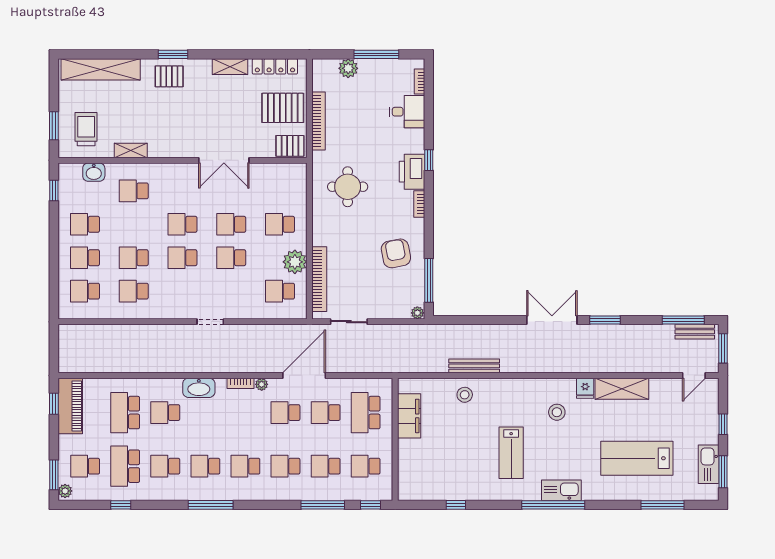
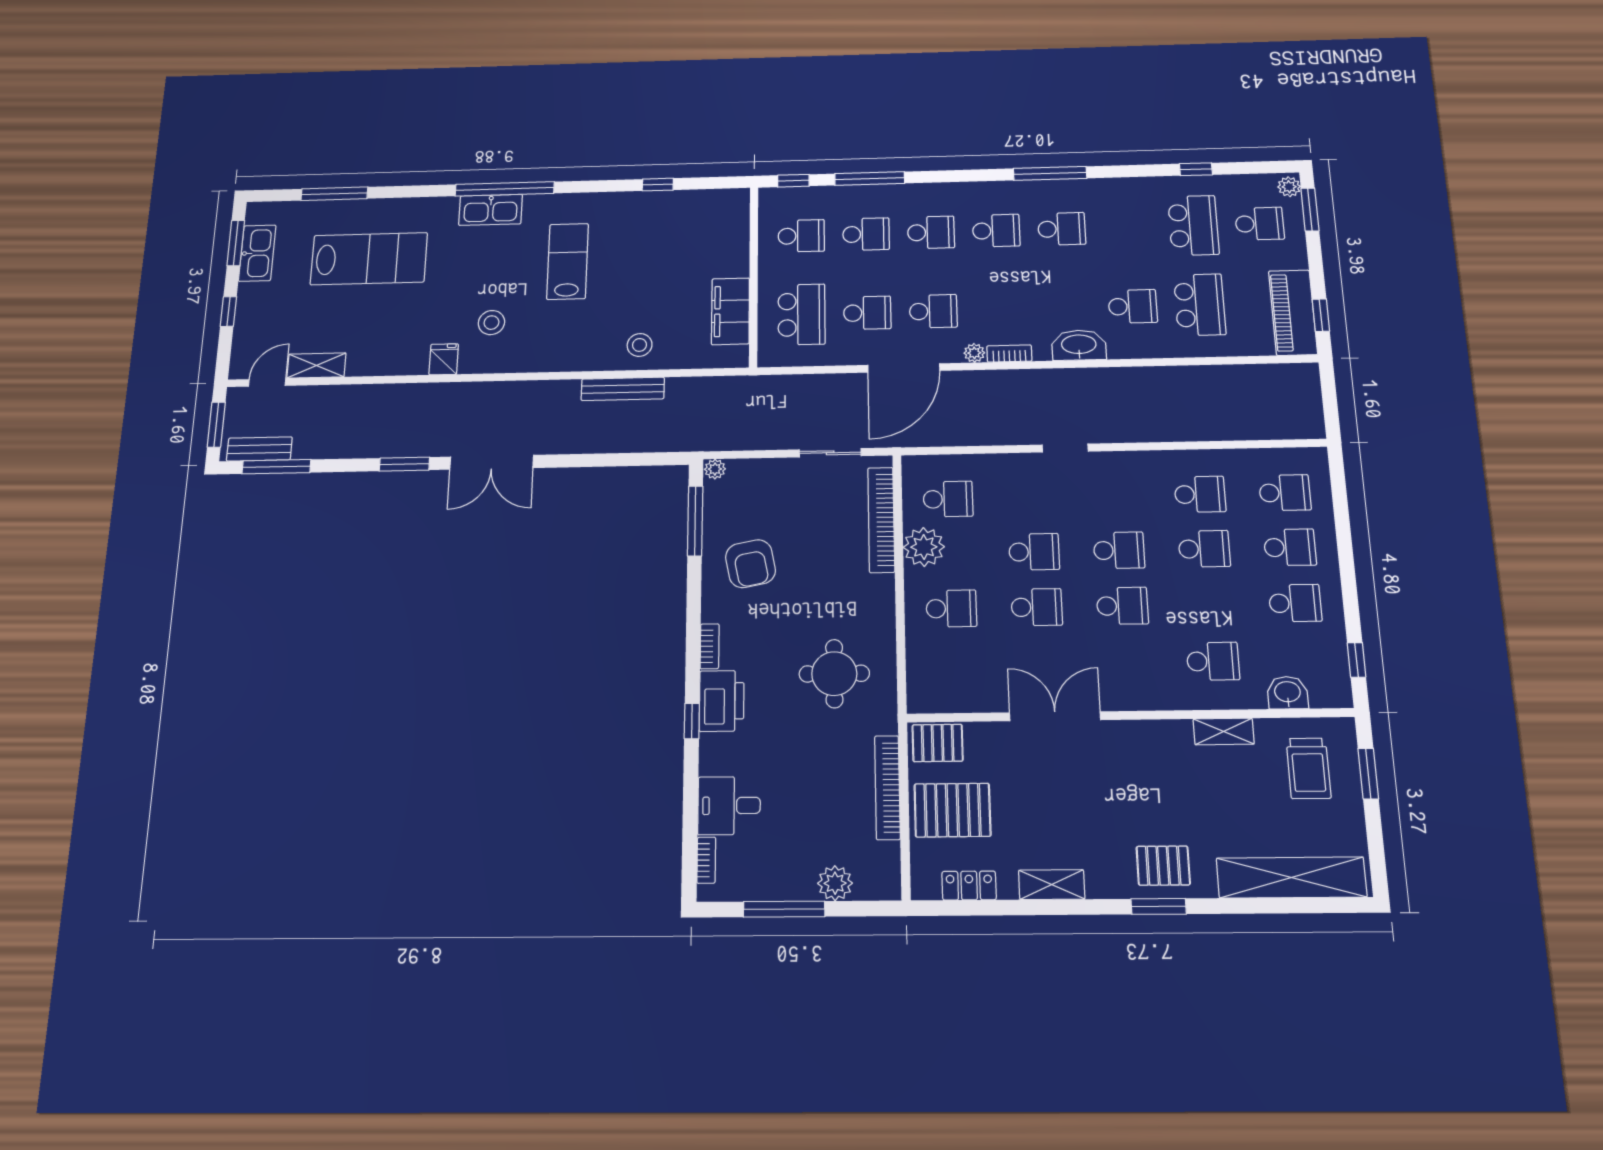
locker: (275, 66) -> (969, 886), width x0.66
shelving: (622, 389) -> (316, 366), moved, width x0.67, depth x0.75
school desk: (165, 466) -> (1127, 227), removed

